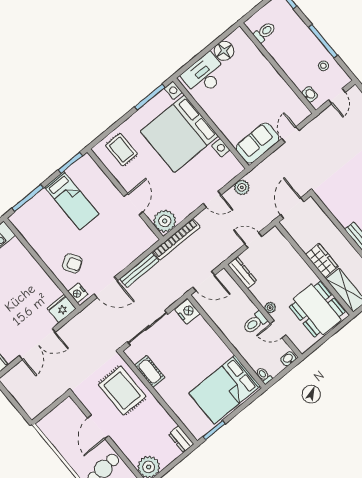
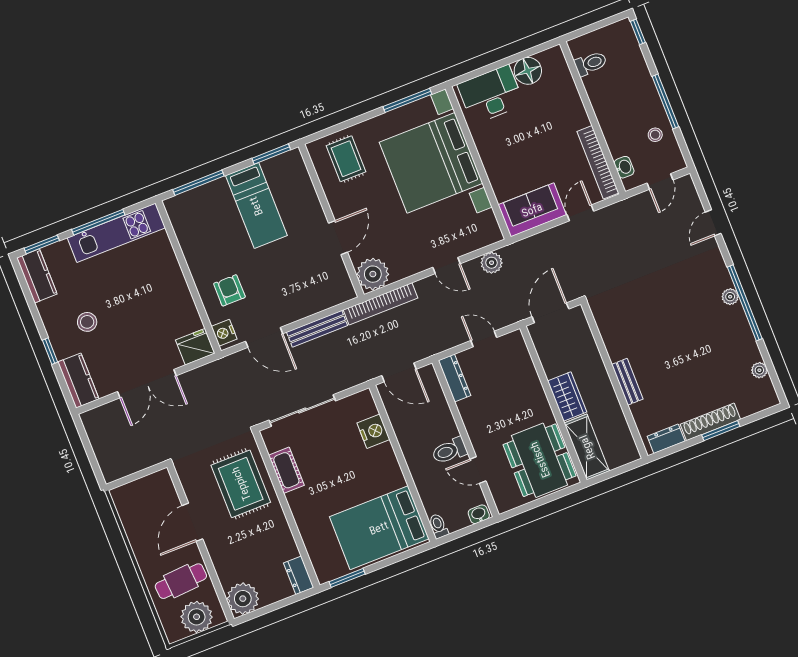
bookcase: (291, 97) -> (598, 162), added
armchair: (72, 263) -> (229, 290), turned -148
plant: (270, 308) -> (477, 437), removed
nightstand: (187, 312) -> (373, 431), moved

